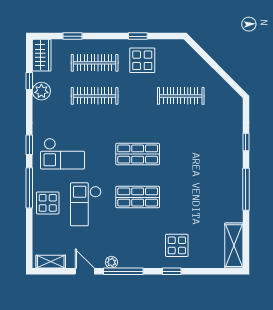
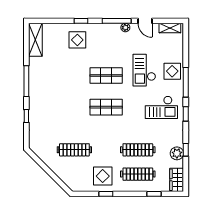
window: (29, 81) -> (186, 150), moved
checkout: (62, 154) -> (161, 107), turned 180
checkout: (86, 204) -> (144, 70), turned 180

